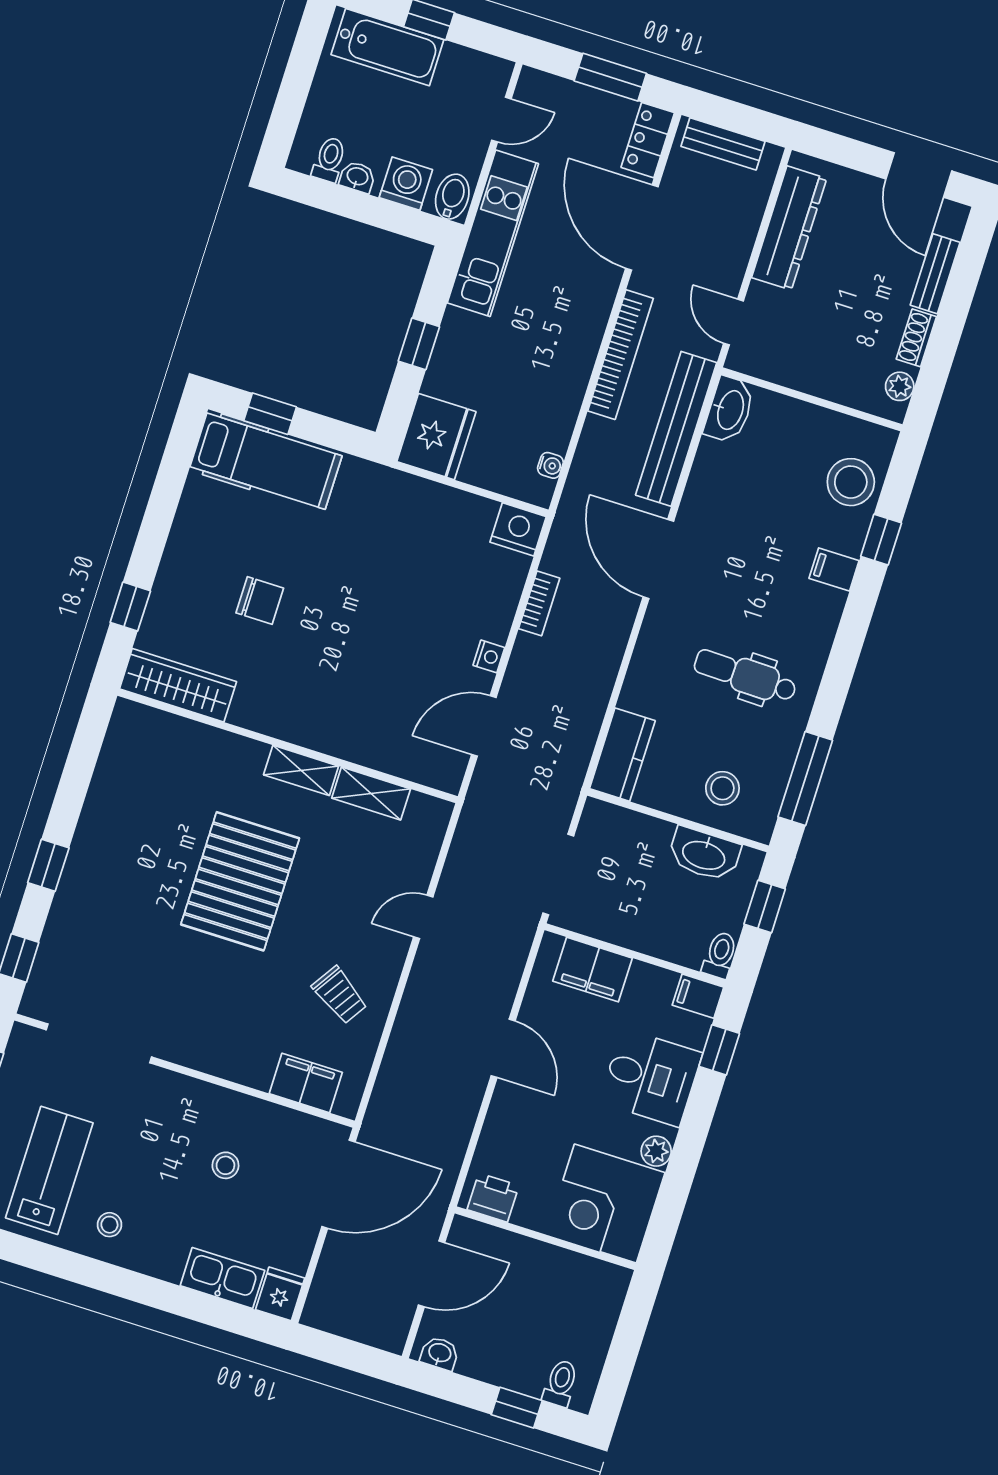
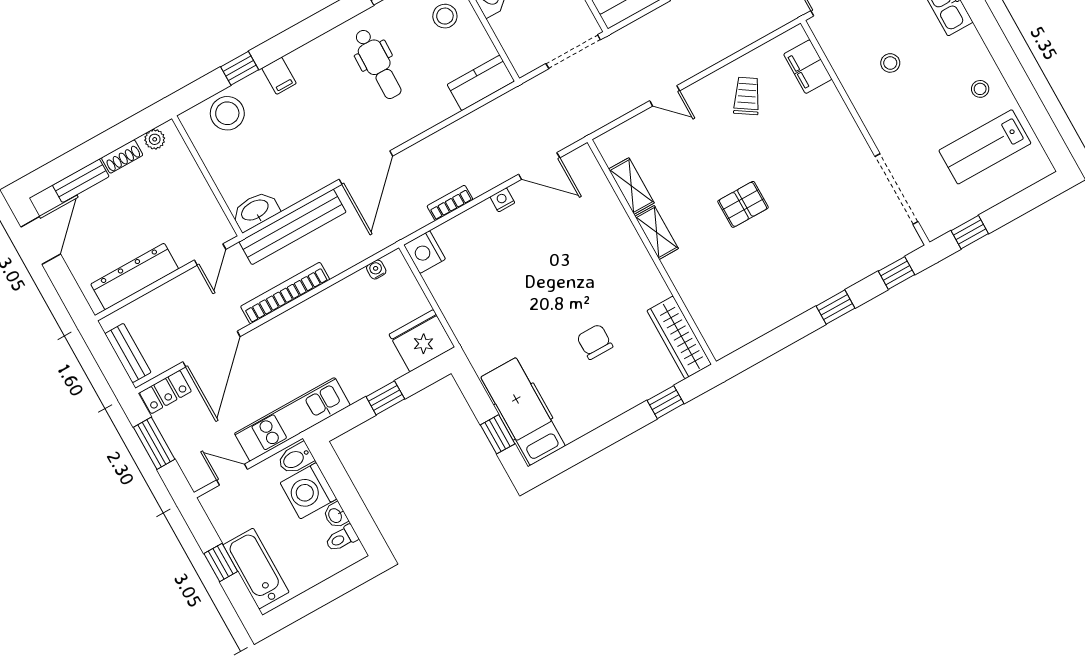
washing machine: (406, 184) -> (308, 491), width x1.37, depth x1.37
pallet: (240, 881) -> (743, 204), width x0.49, depth x0.50

